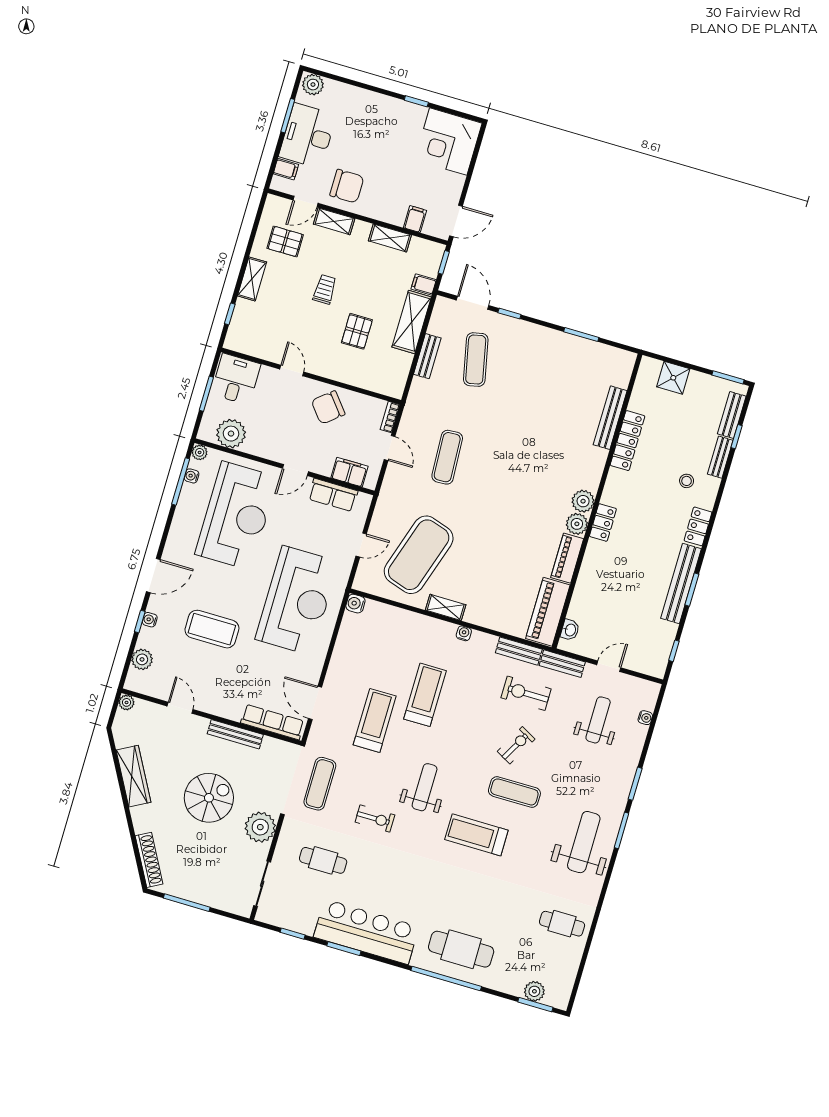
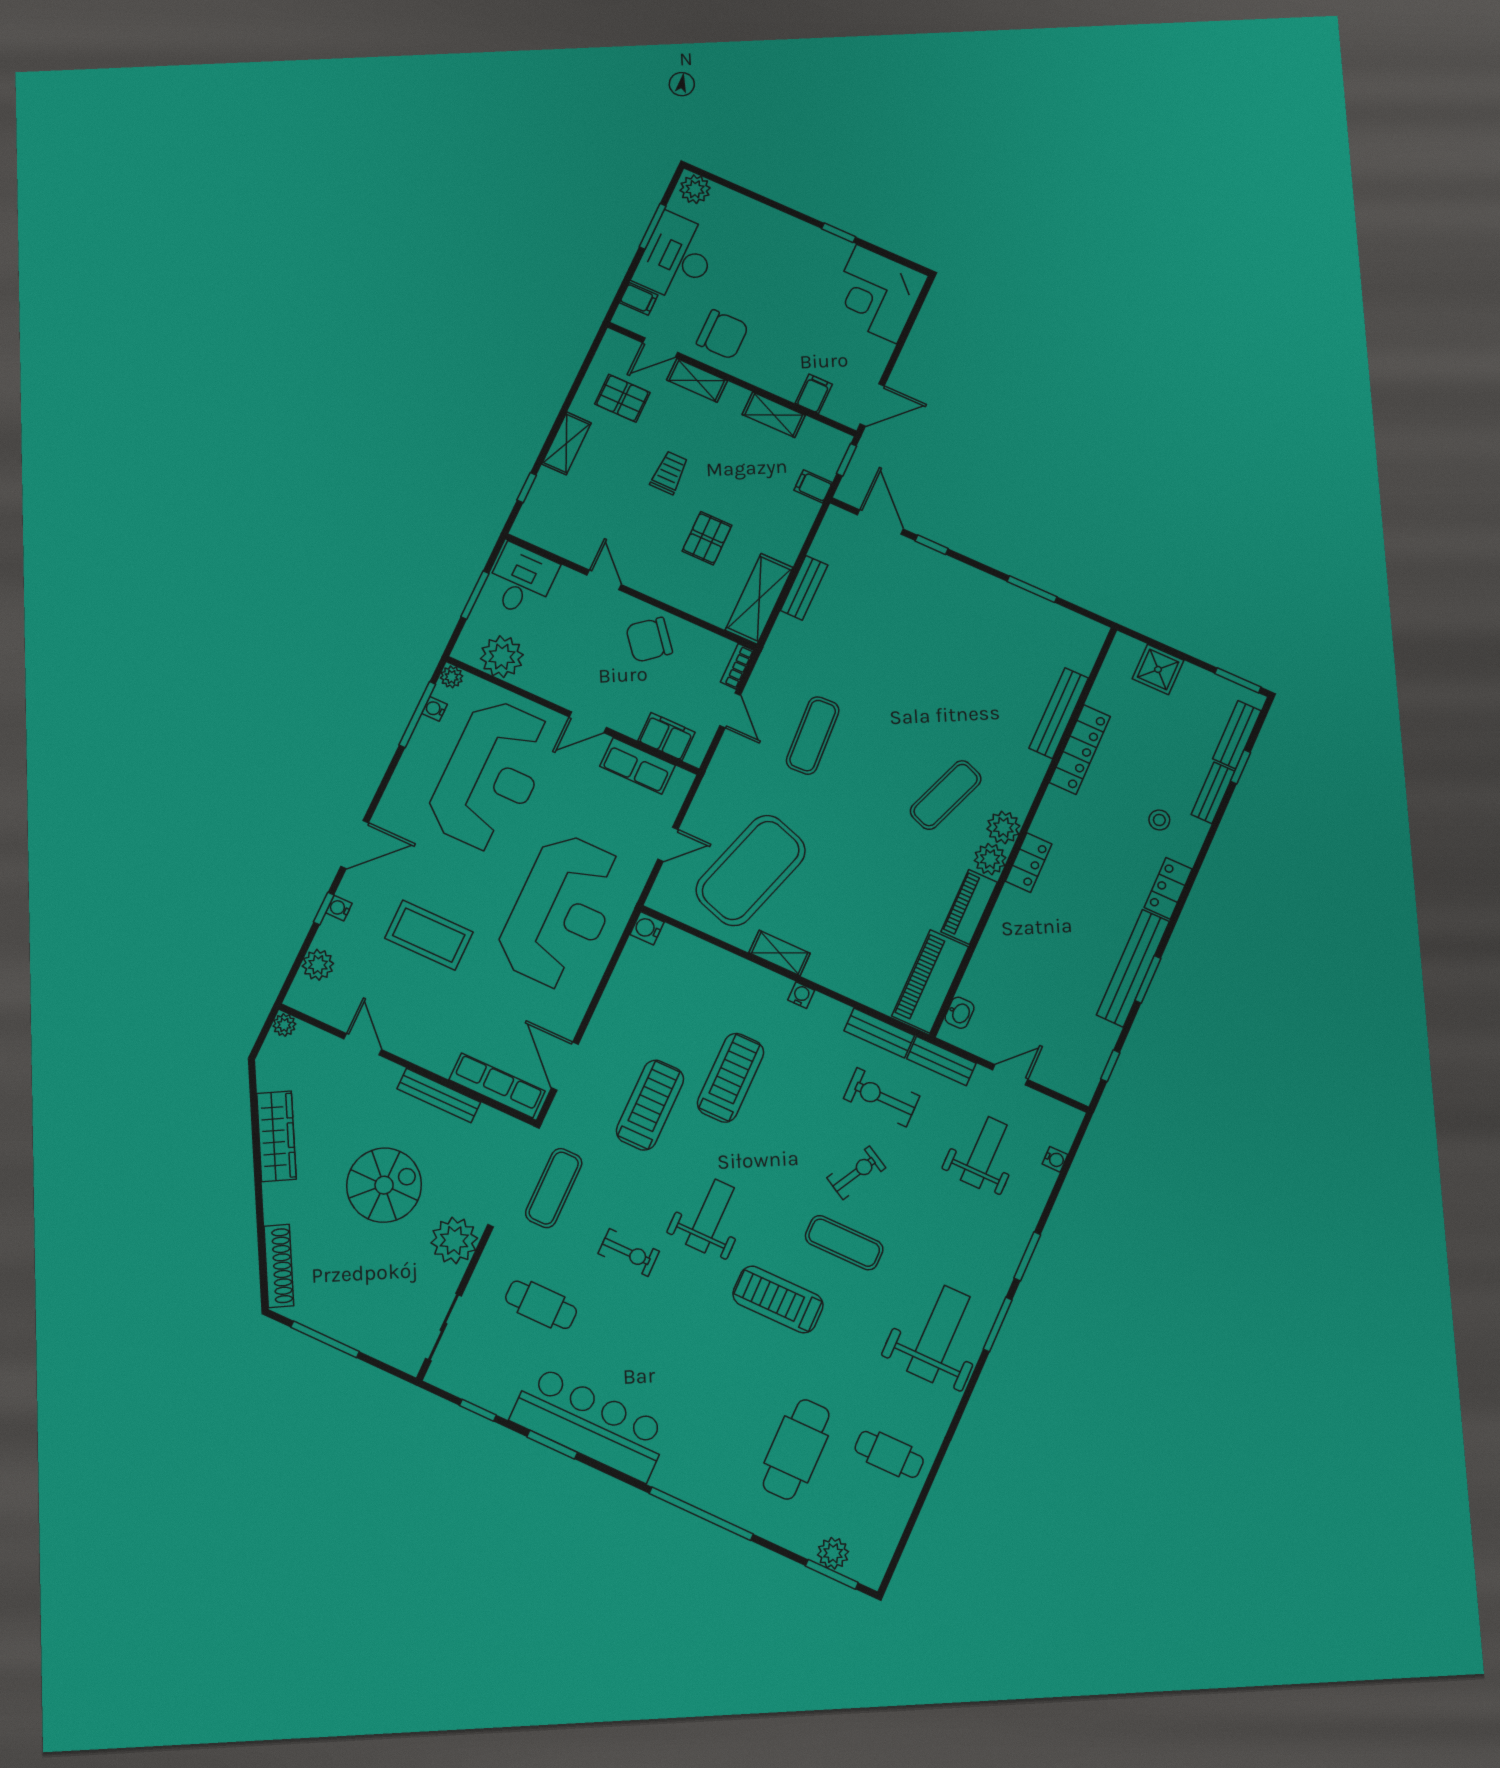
shelving: (412, 322) -> (759, 599), moved
exercise mat: (476, 360) -> (946, 795), moved, turned 33
cafe table: (461, 949) -> (796, 1449), moved, turned 90

